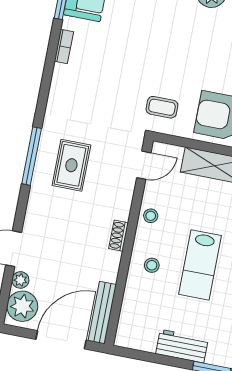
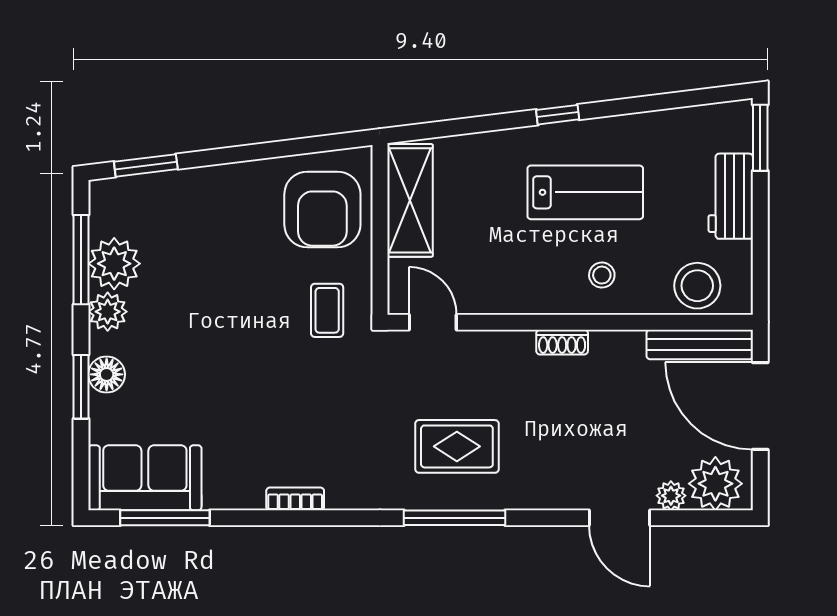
bookcase: (64, 47) -> (295, 499), moved
stool: (151, 216) -> (697, 286), moved, width x1.89, depth x1.89

